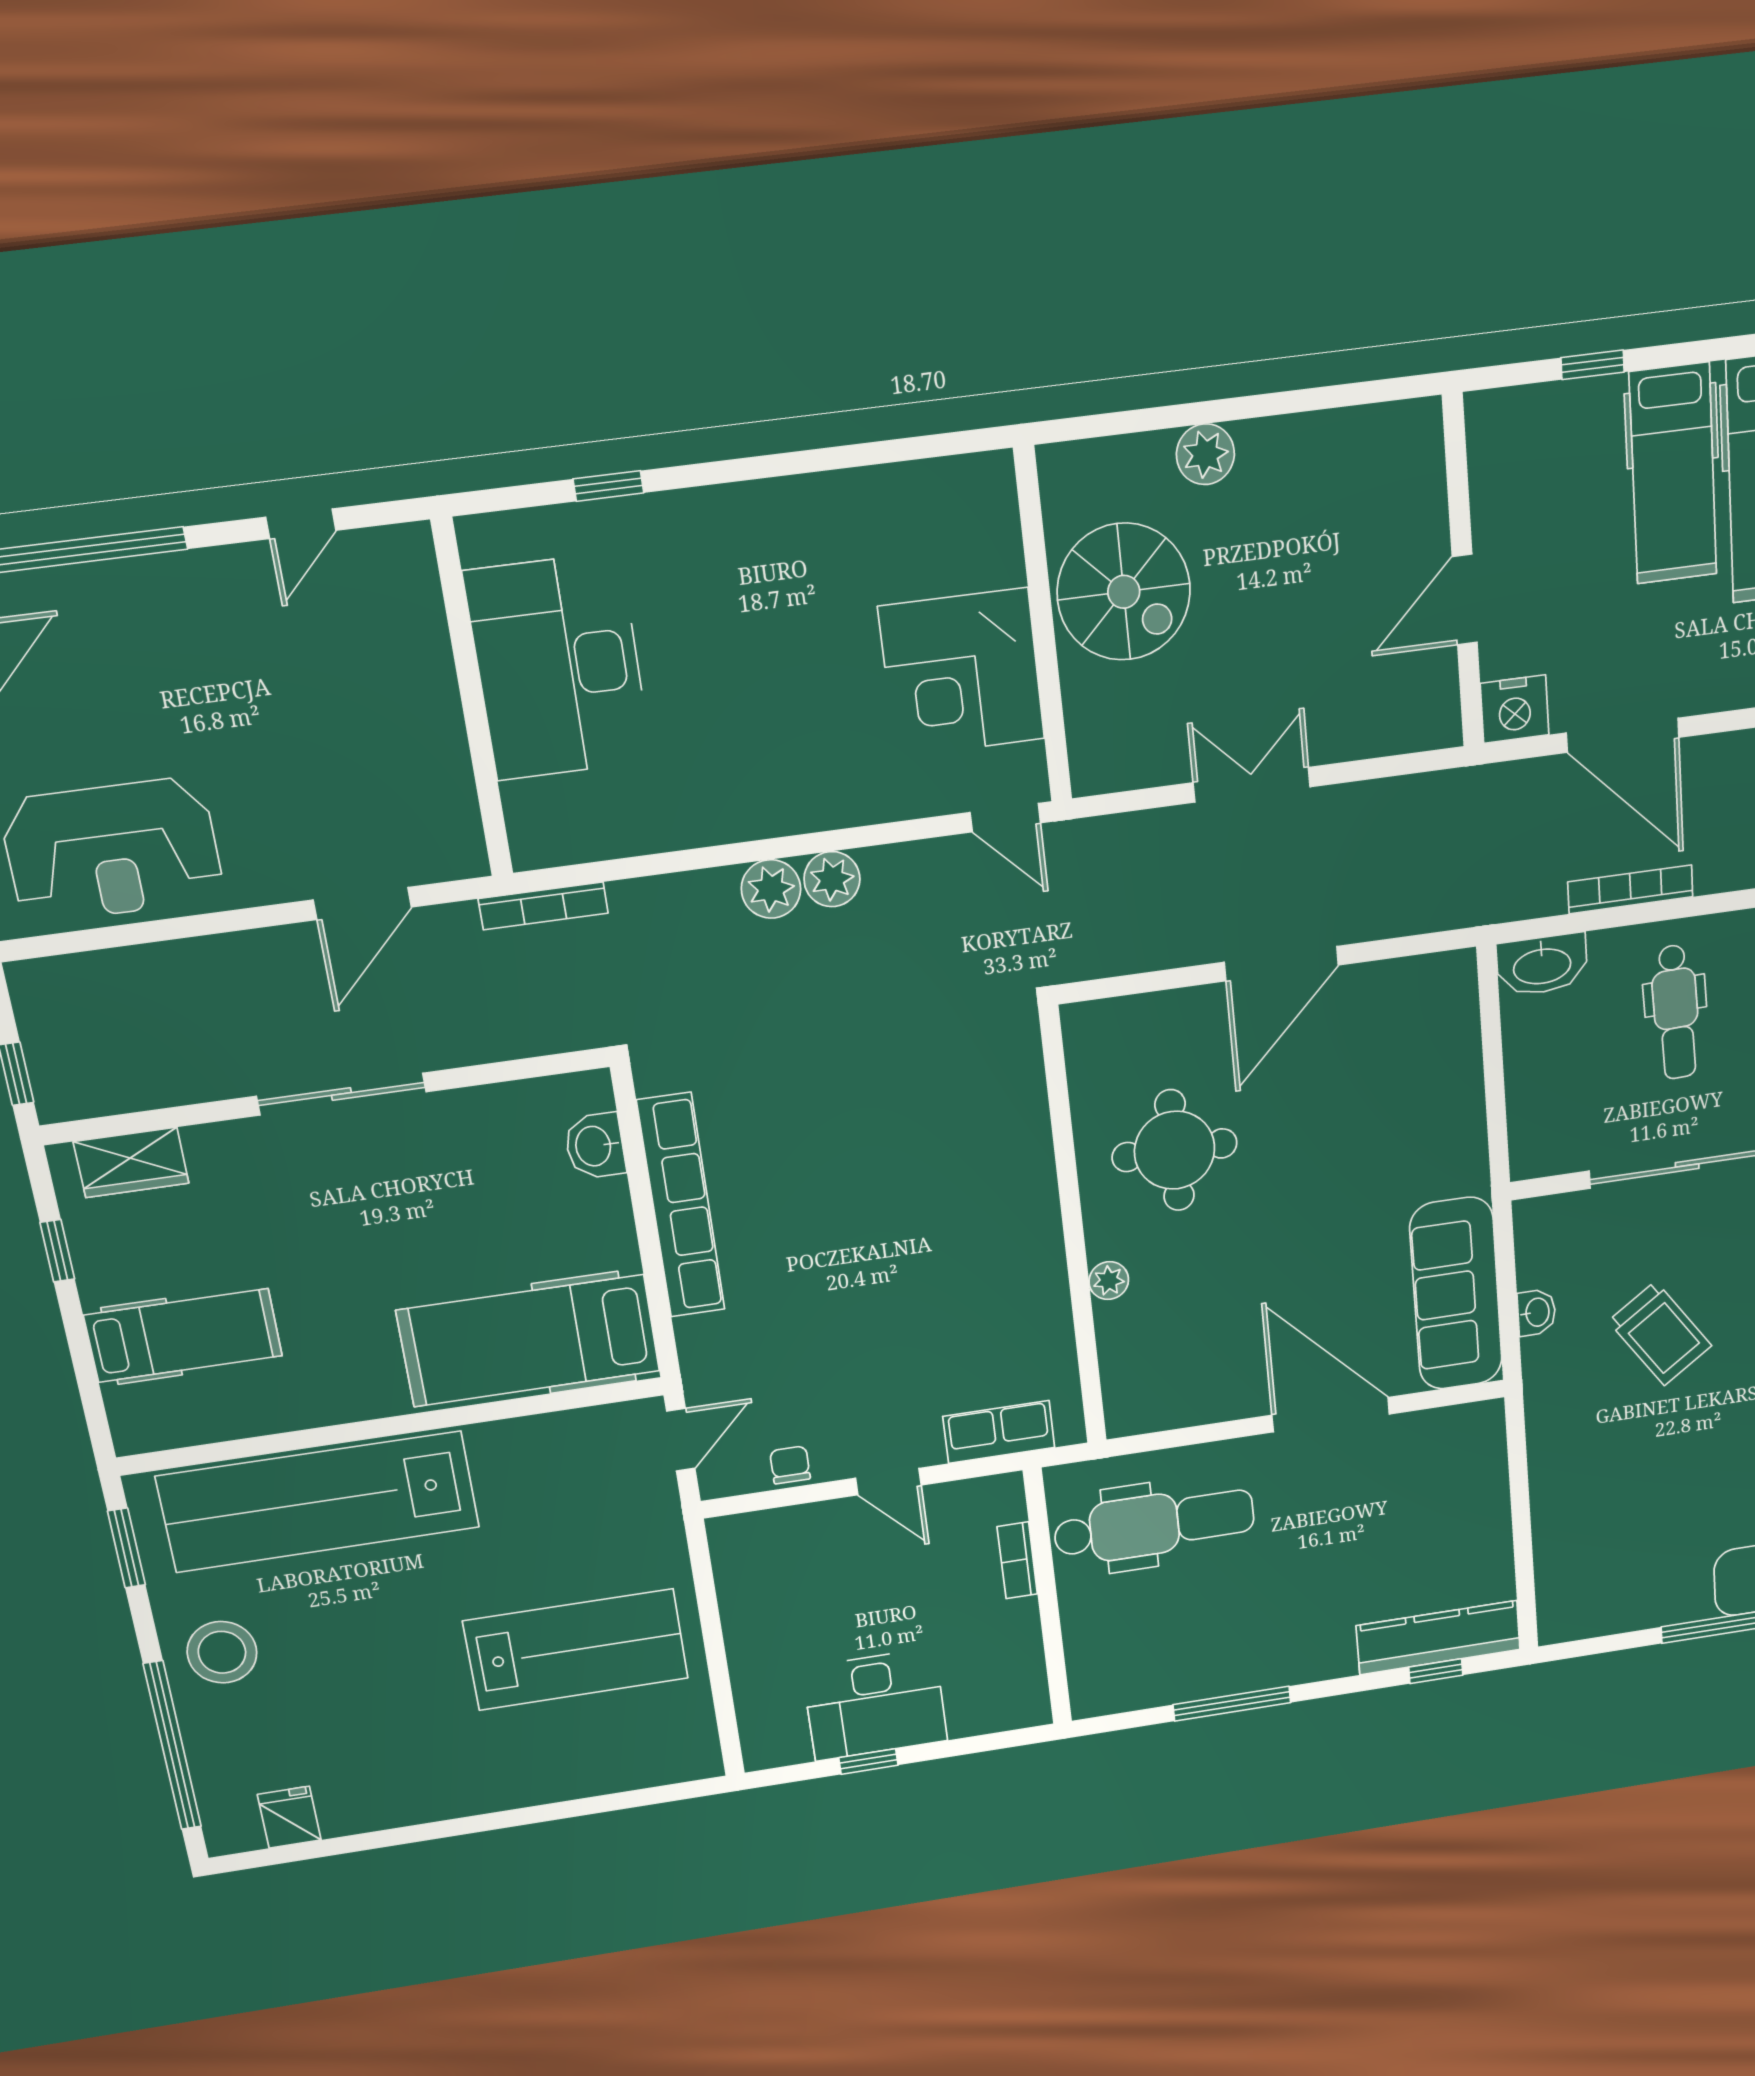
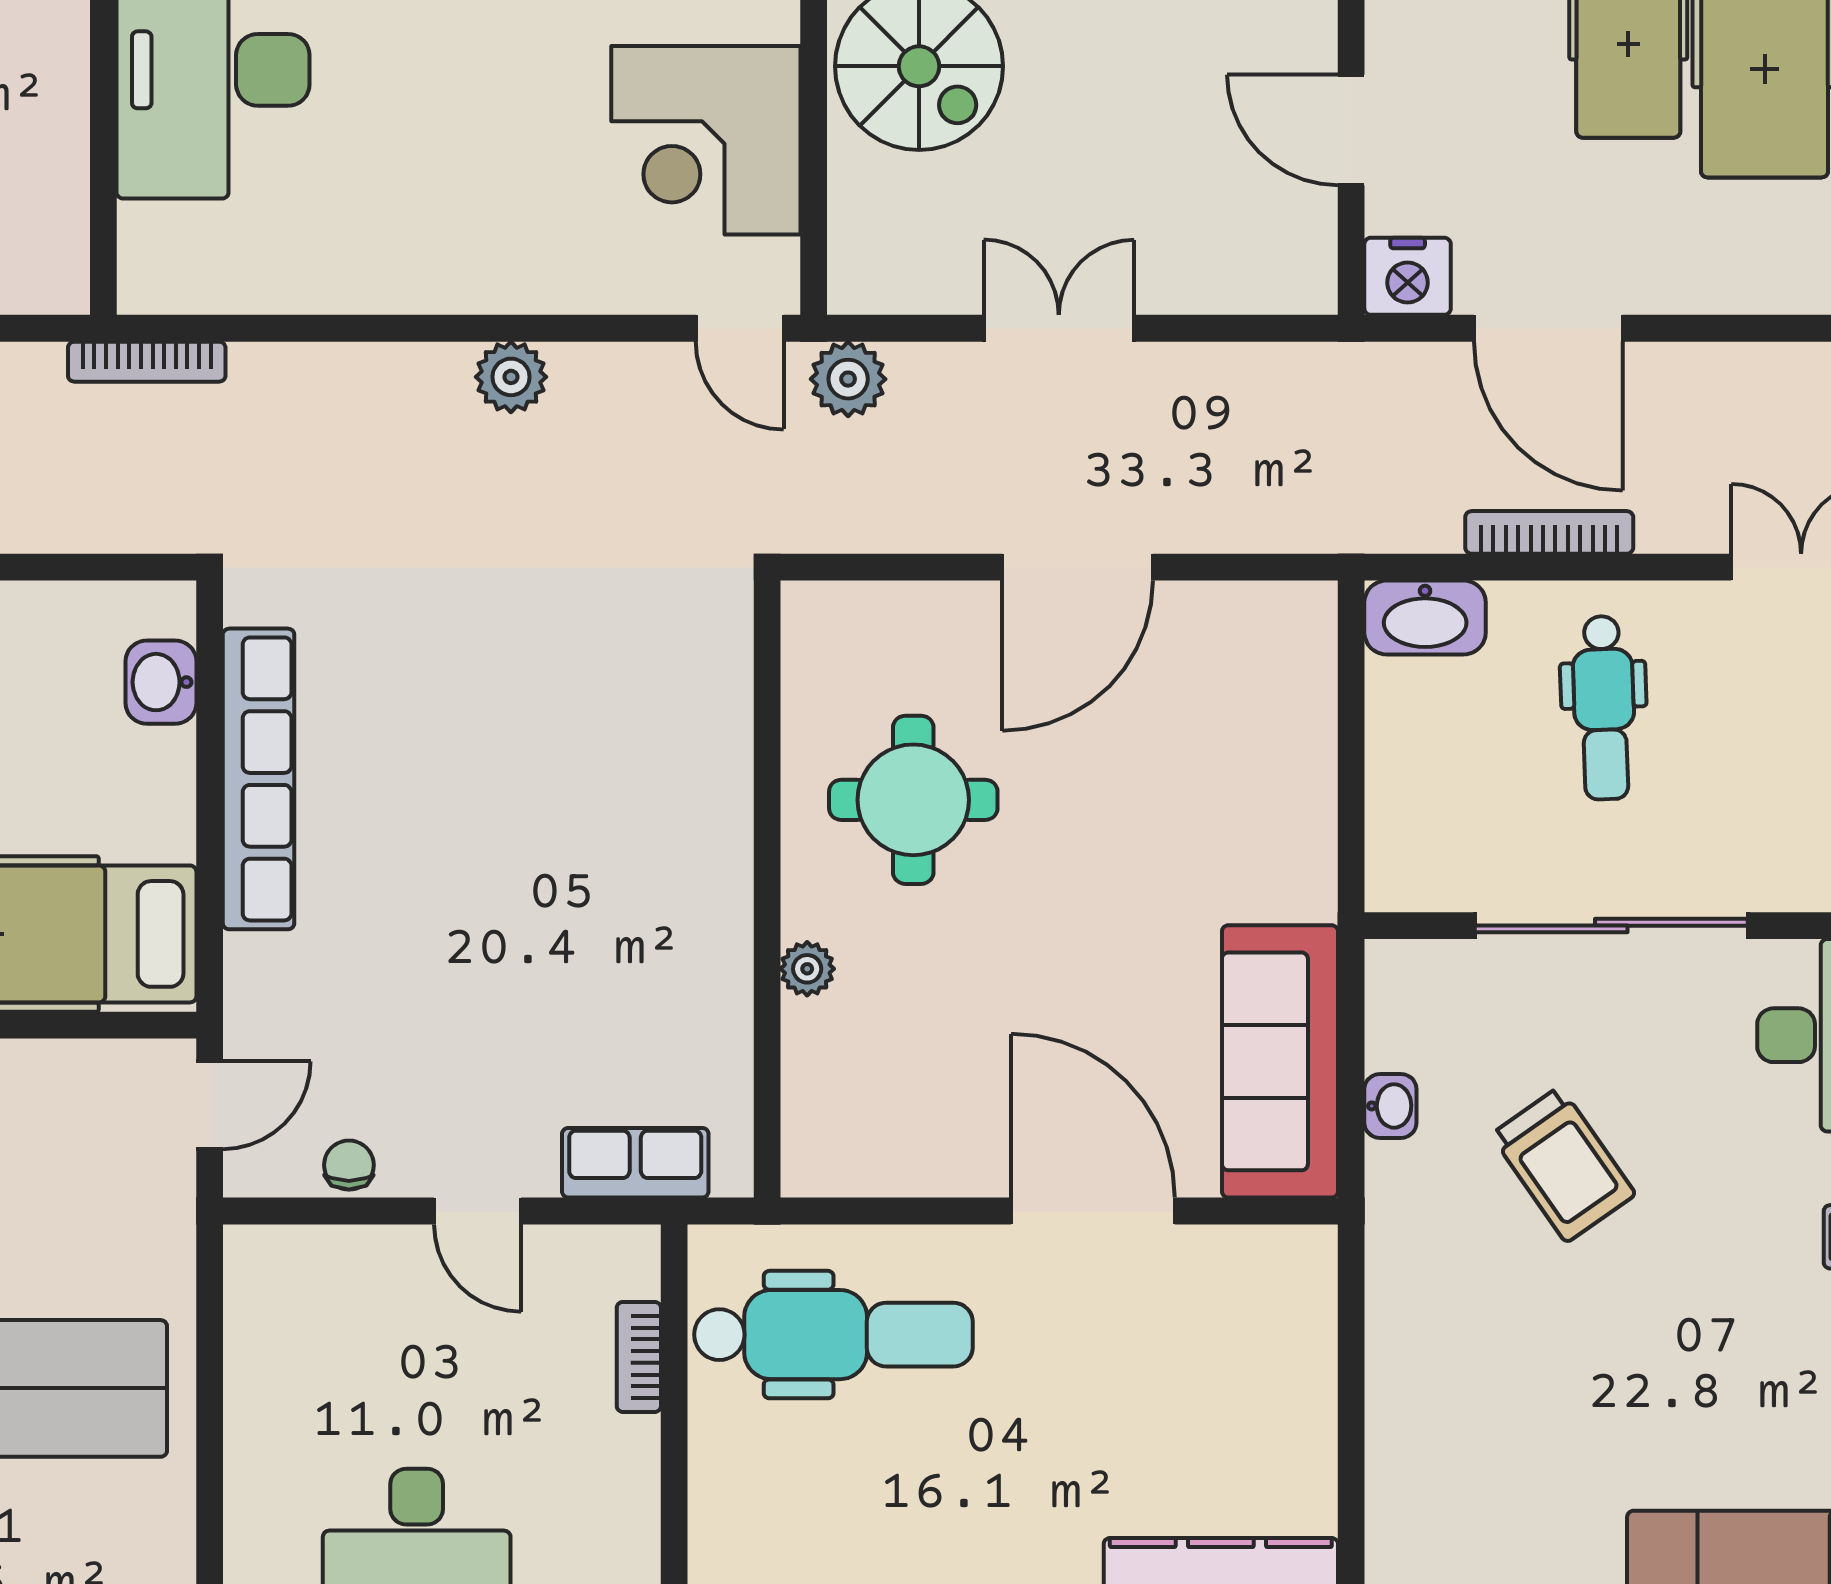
door: (1465, 600) -> (1351, 130), hinge flipped
plant: (771, 889) -> (848, 379), moved

